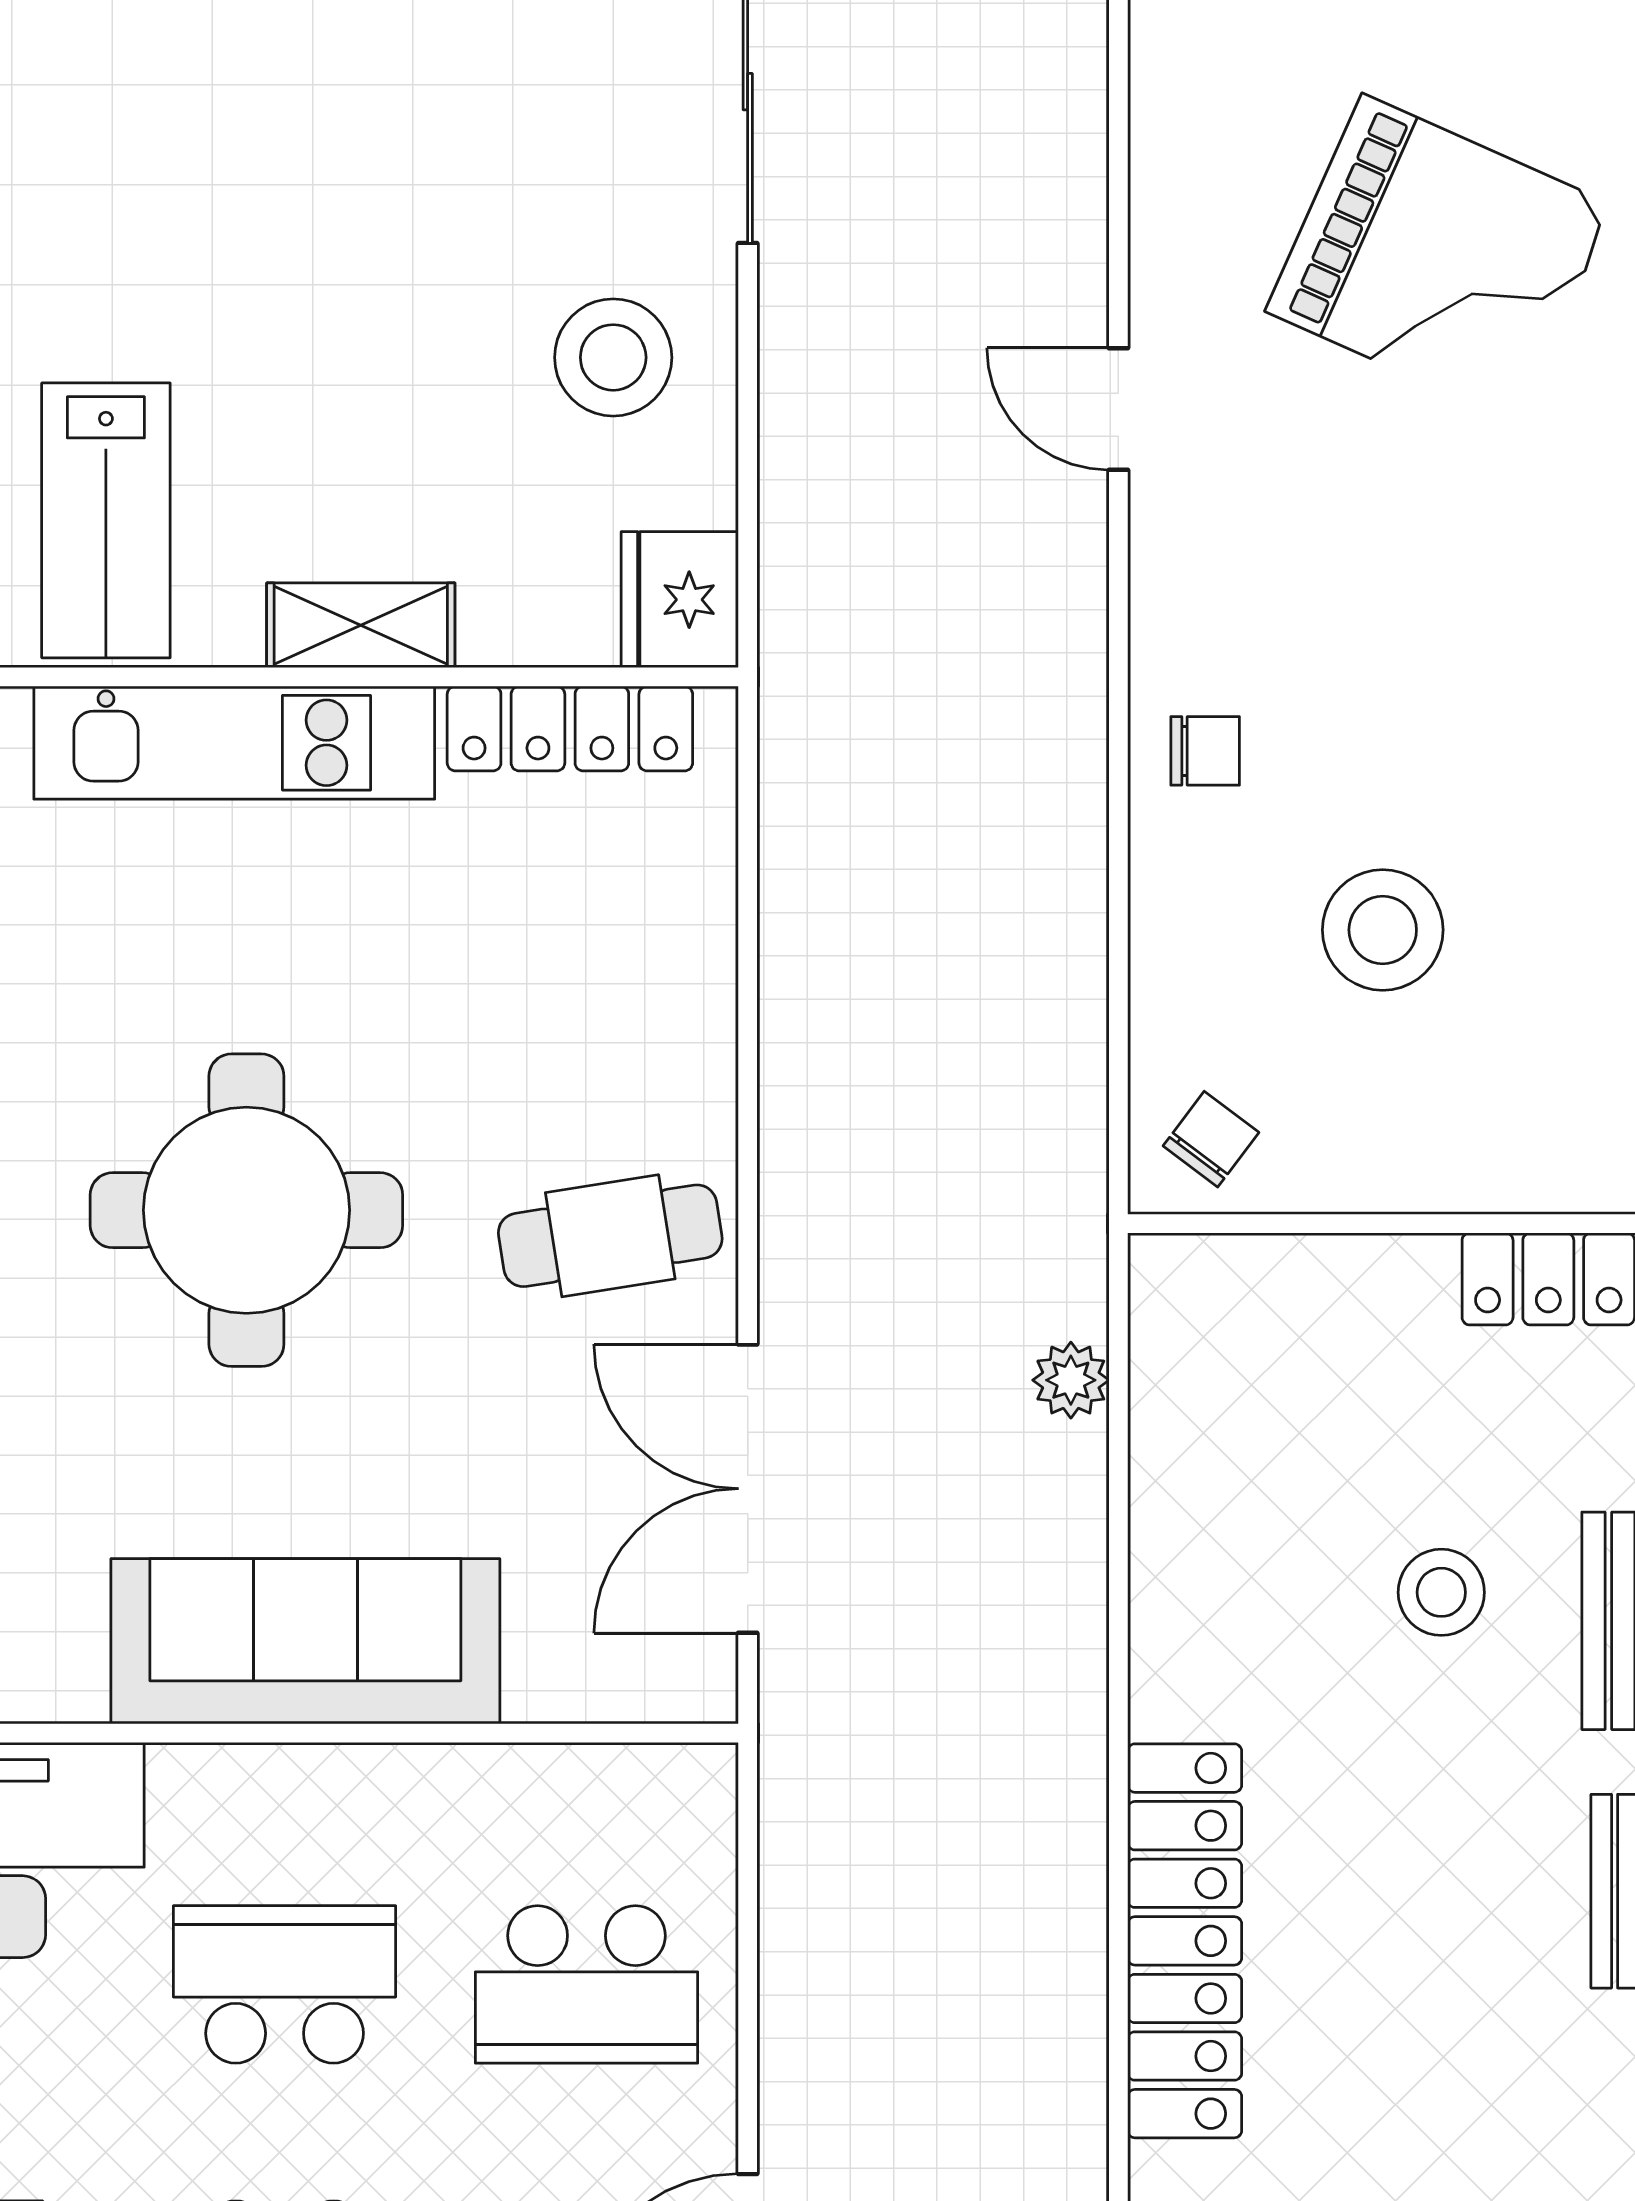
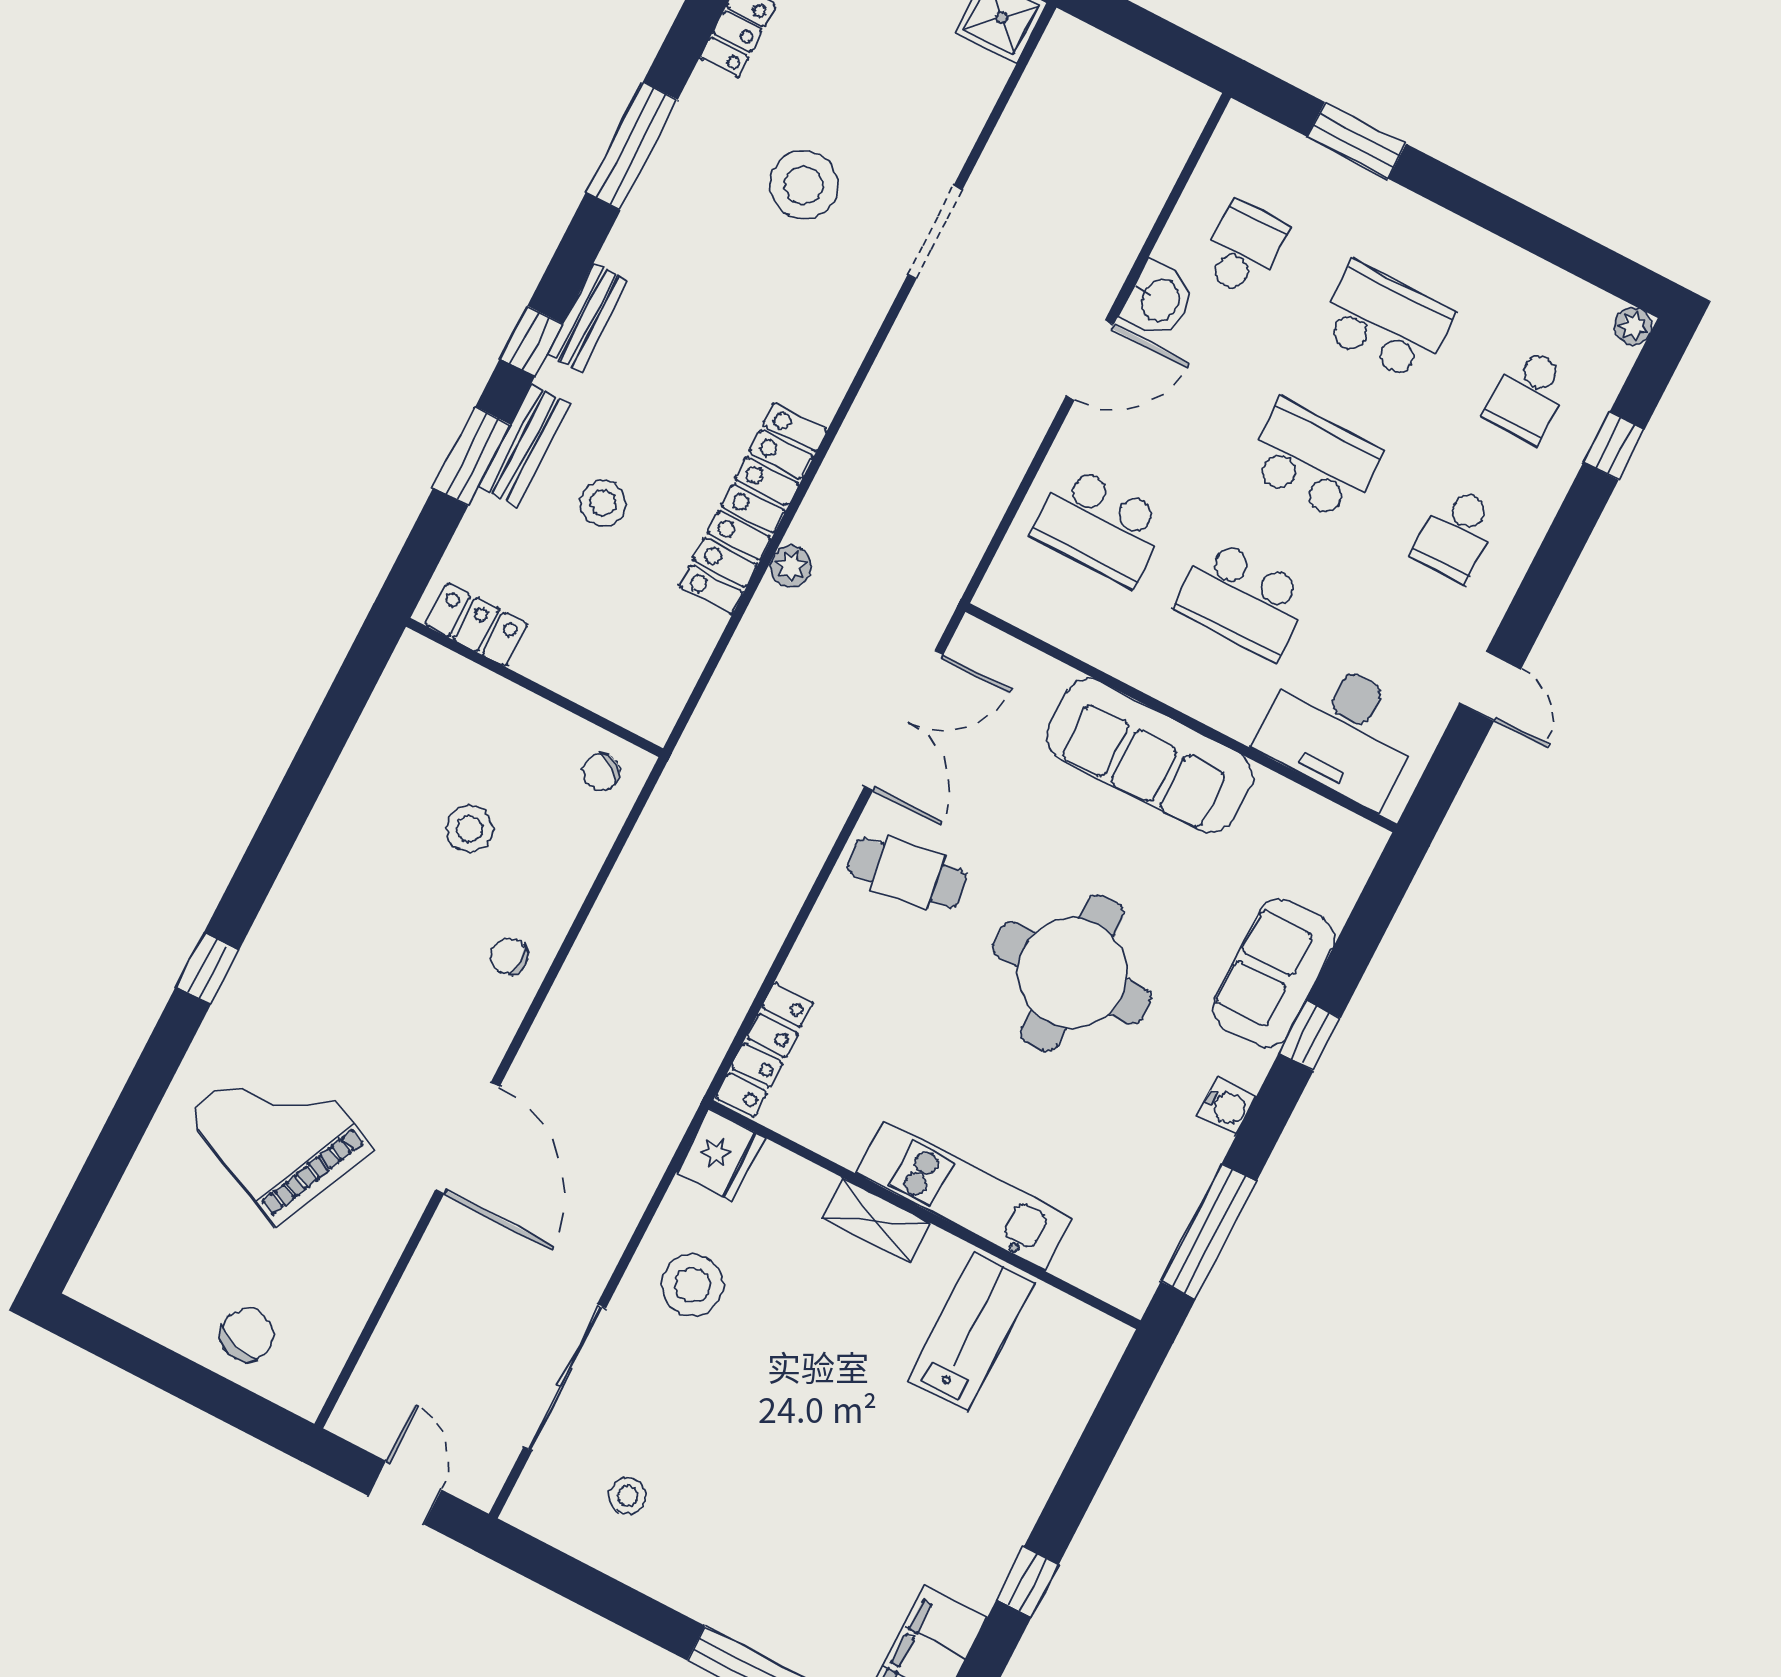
door: (1118, 409) -> (467, 1138), width x1.88
locker: (570, 729) -> (764, 1050), moved, turned 90
stool: (1383, 930) -> (470, 829), width x0.73, depth x0.73
plant: (1071, 1380) -> (791, 566), moved
locker: (1185, 1941) -> (753, 508), moved
school desk: (586, 1984) -> (1100, 526), turned 180

